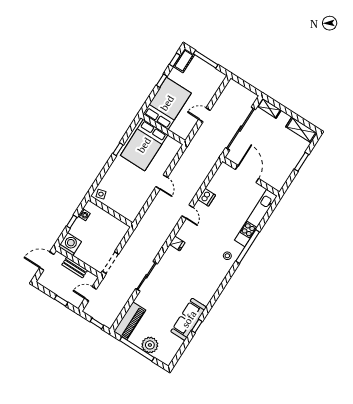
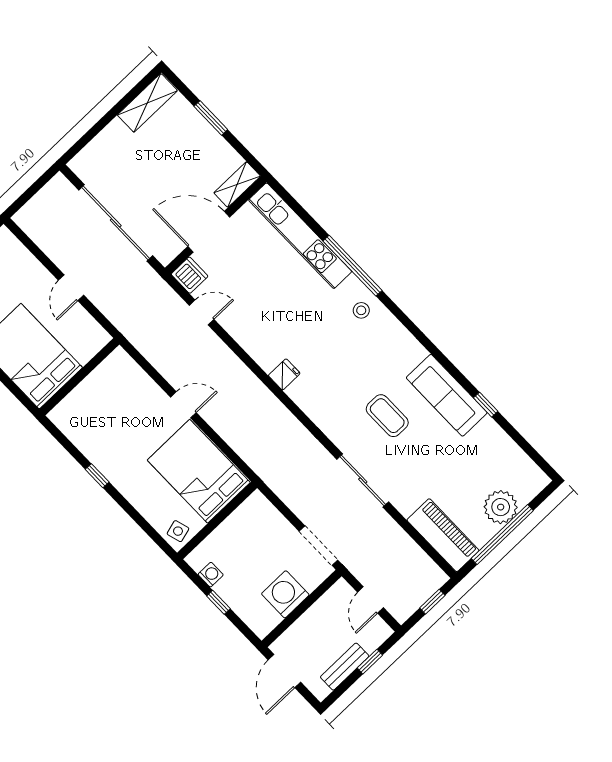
shelving: (269, 108) -> (237, 184), moved
bed: (144, 145) -> (199, 471), moved, turned 180
dishwasher: (207, 197) -> (190, 275), moved
door: (188, 212) -> (202, 312), moved
fridge: (177, 243) -> (284, 374), moved
washing machine: (70, 244) -> (285, 594), moved
bench: (75, 268) -> (345, 667), moved
coffee table: (180, 280) -> (387, 416), added
sofa: (189, 319) -> (447, 395), moved

